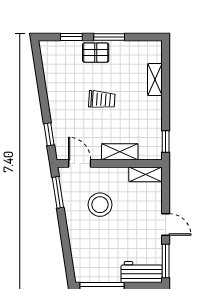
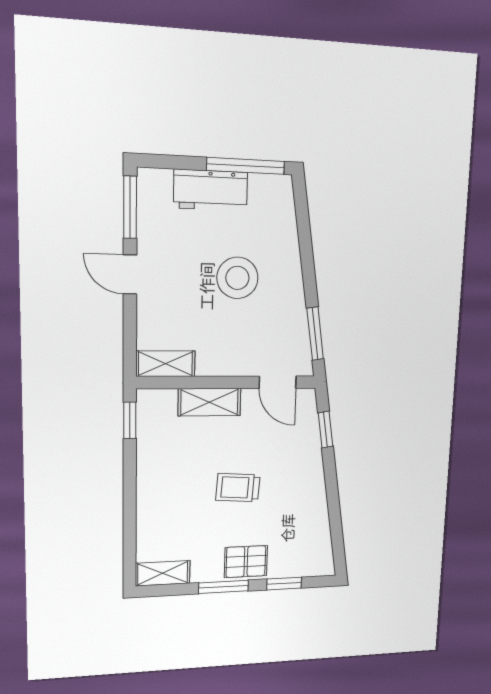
shelving: (155, 80) -> (163, 573), moved, turned 90
stool: (100, 205) -> (237, 278), moved
workbench: (142, 272) -> (211, 190), moved

